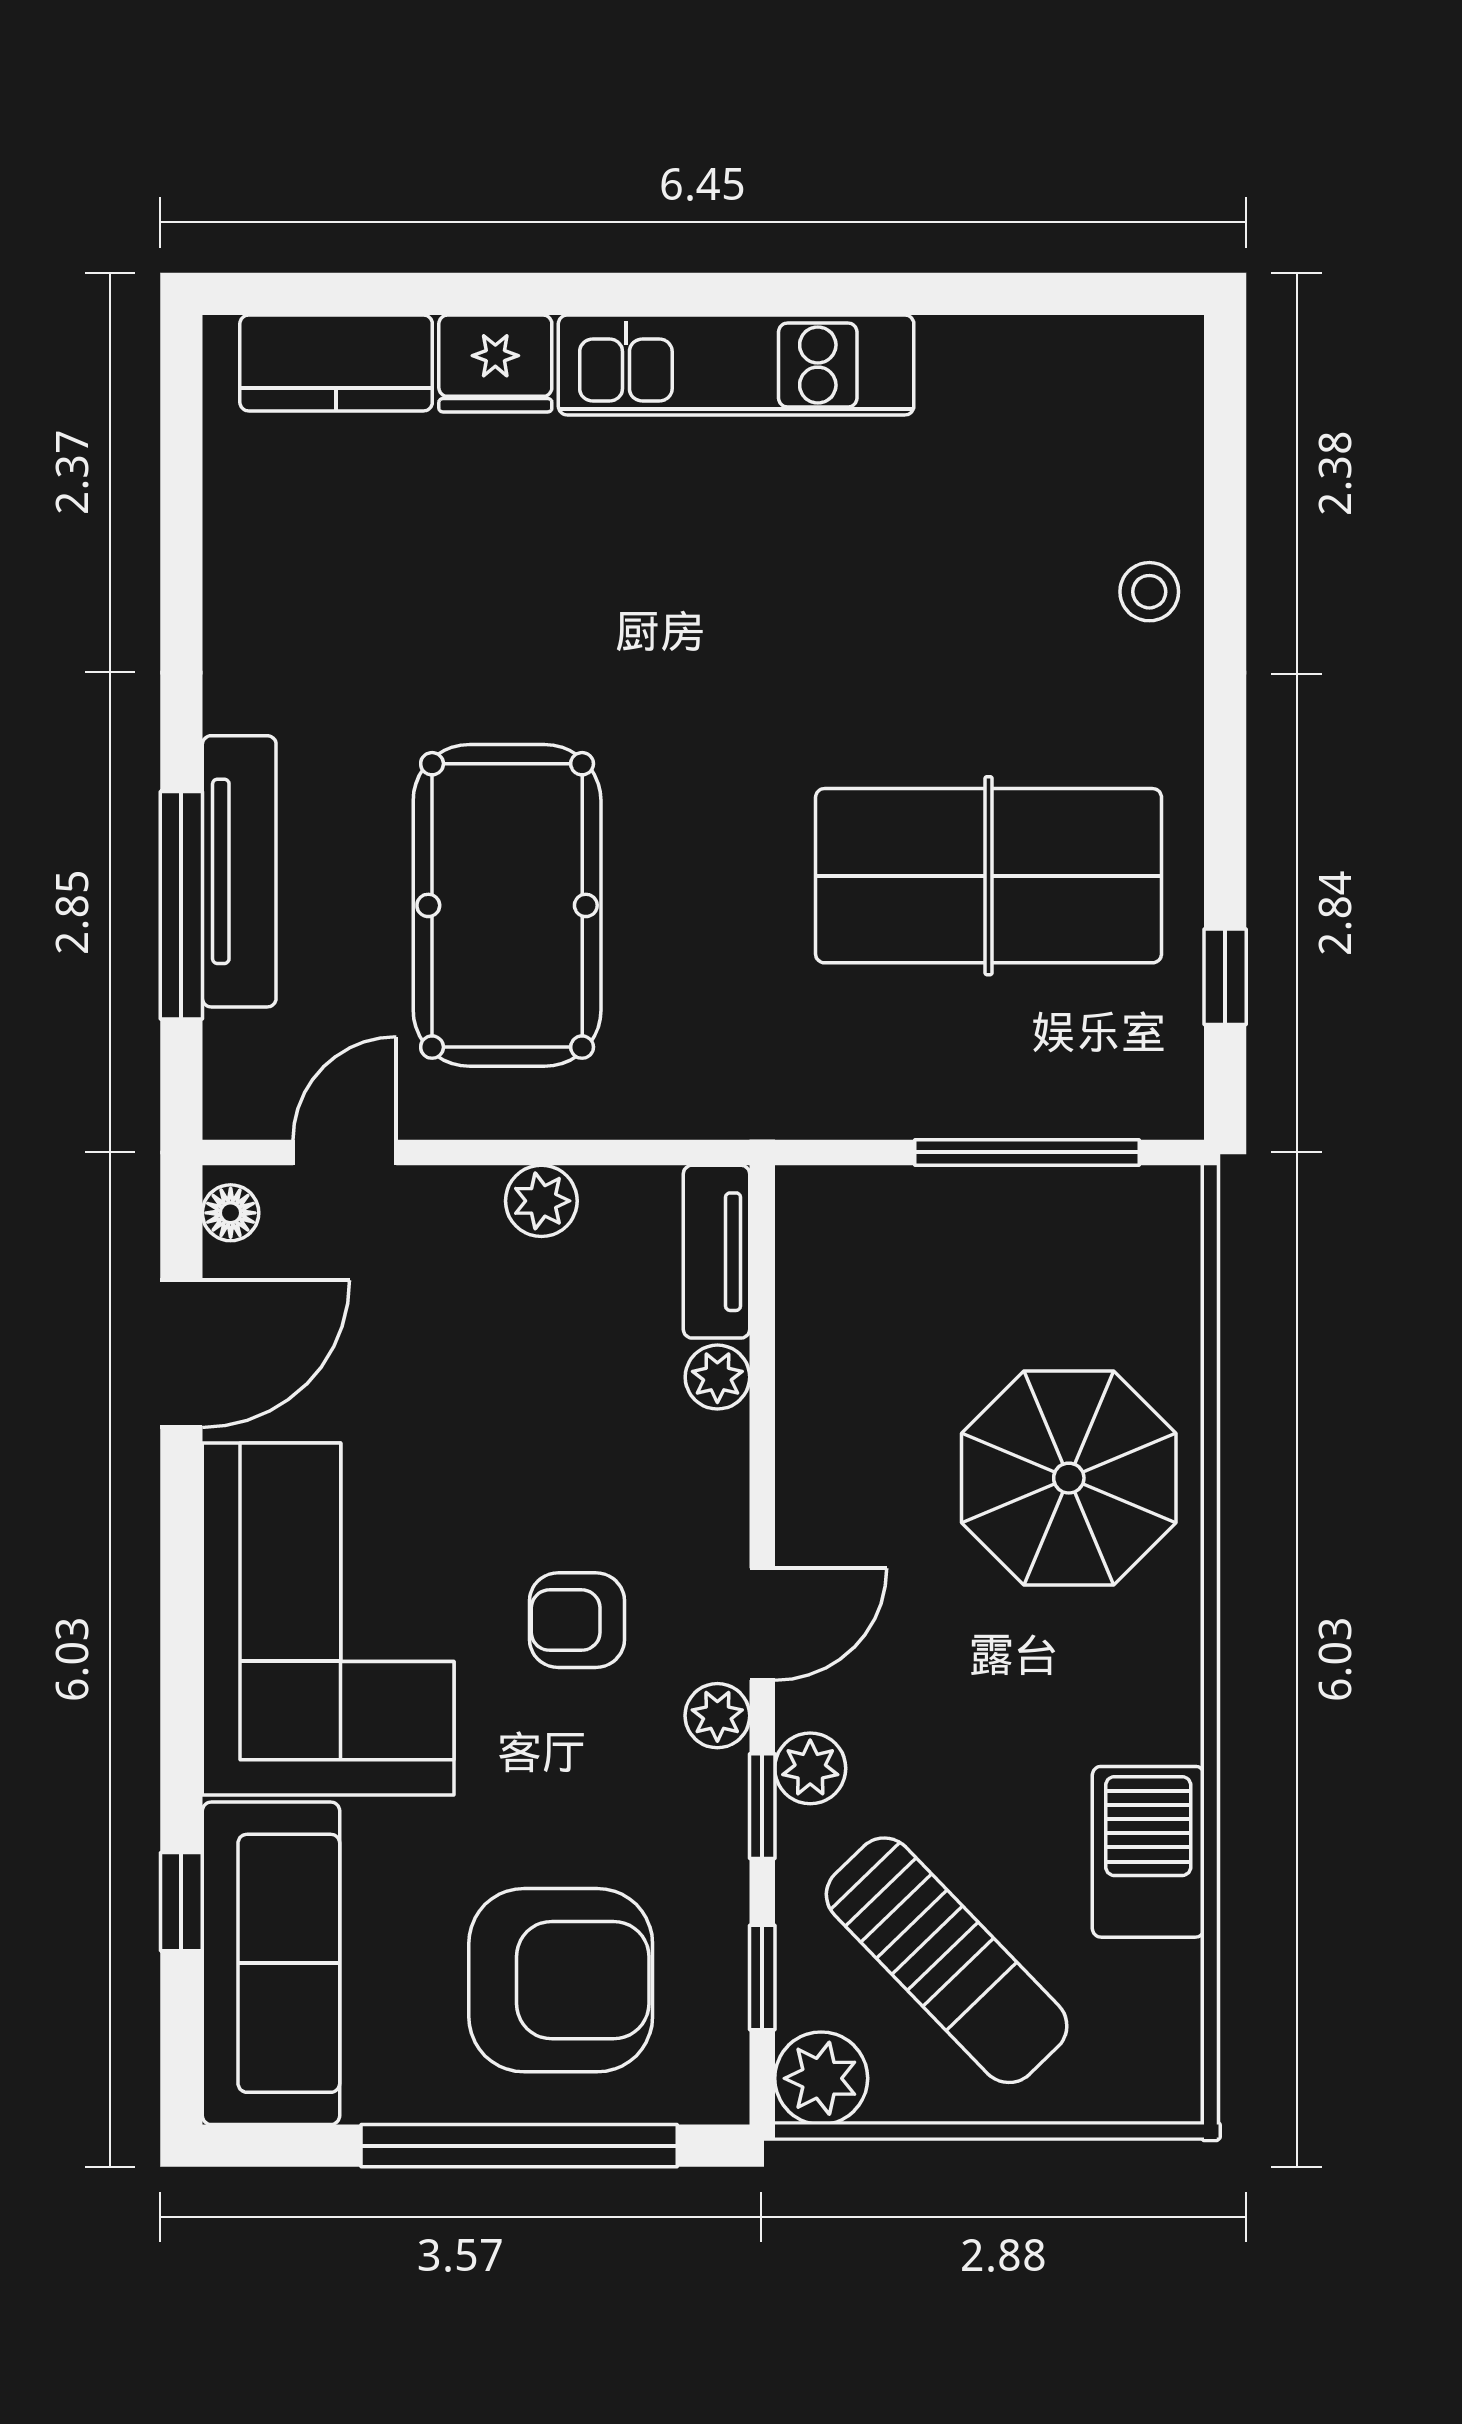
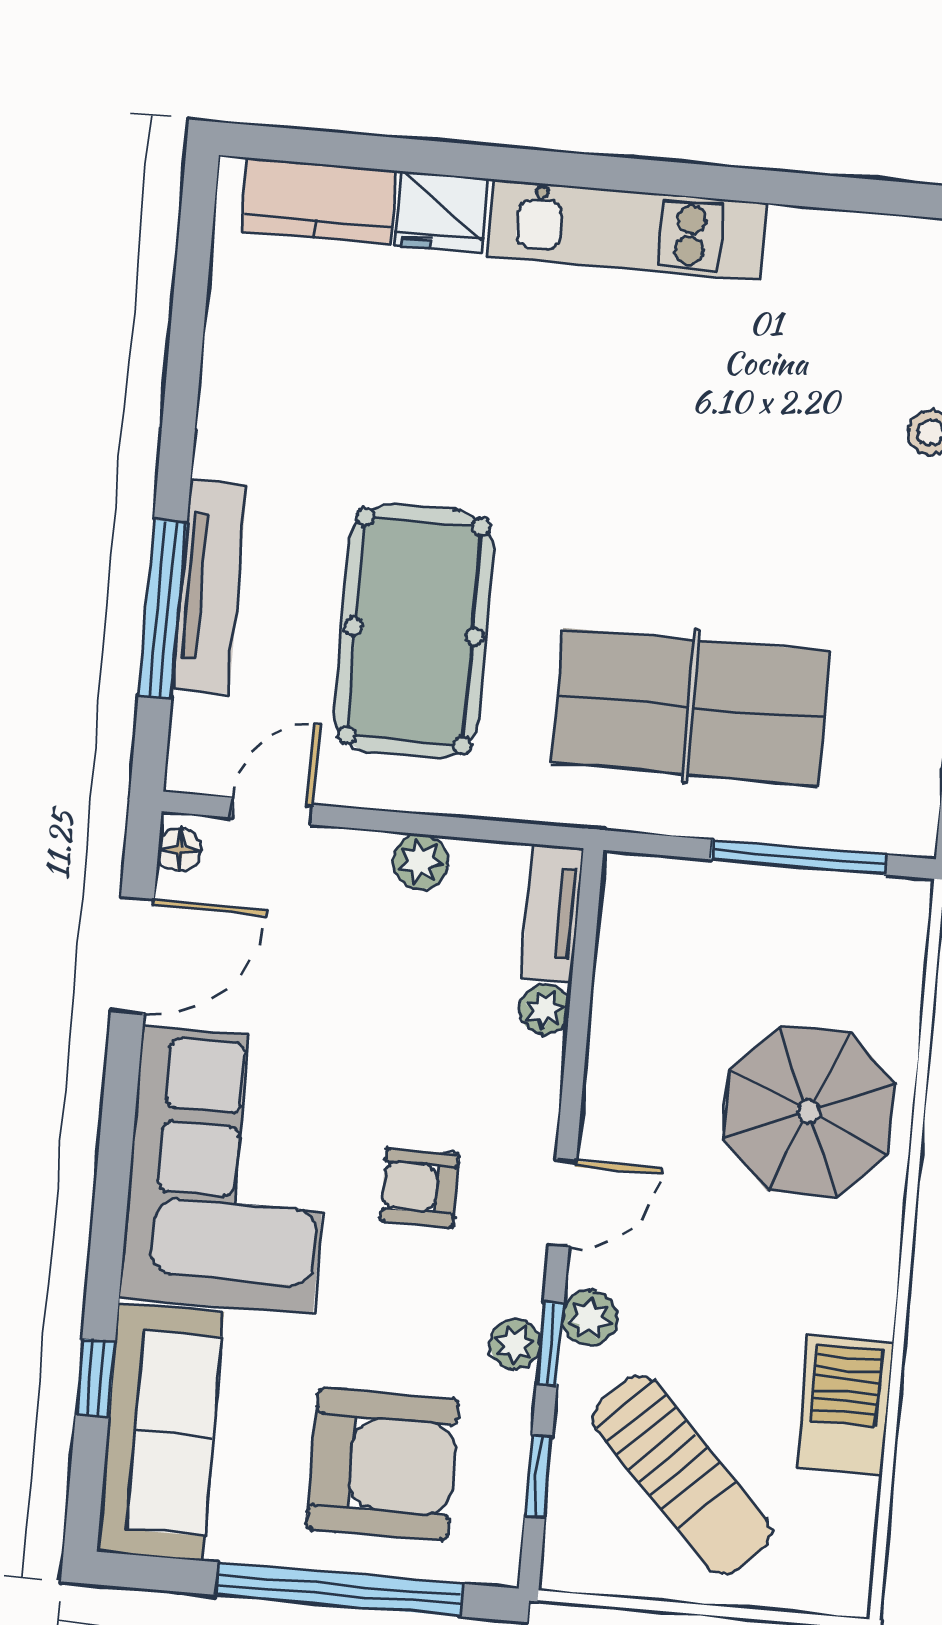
table tennis table: (989, 876) -> (691, 707), moved
plant: (717, 1716) -> (515, 1344), moved
plant: (821, 2078) -> (577, 1558), removed

